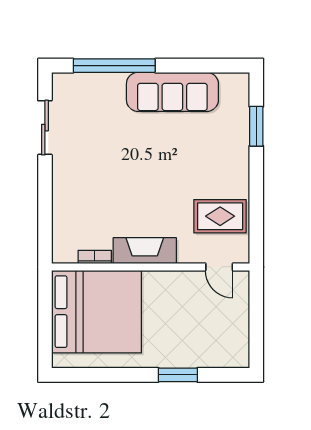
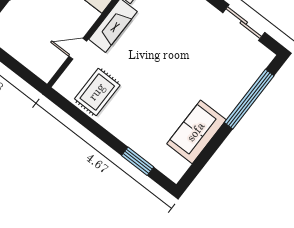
sofa: (172, 92) -> (196, 132), width x0.73
door: (219, 267) -> (78, 49), moved

